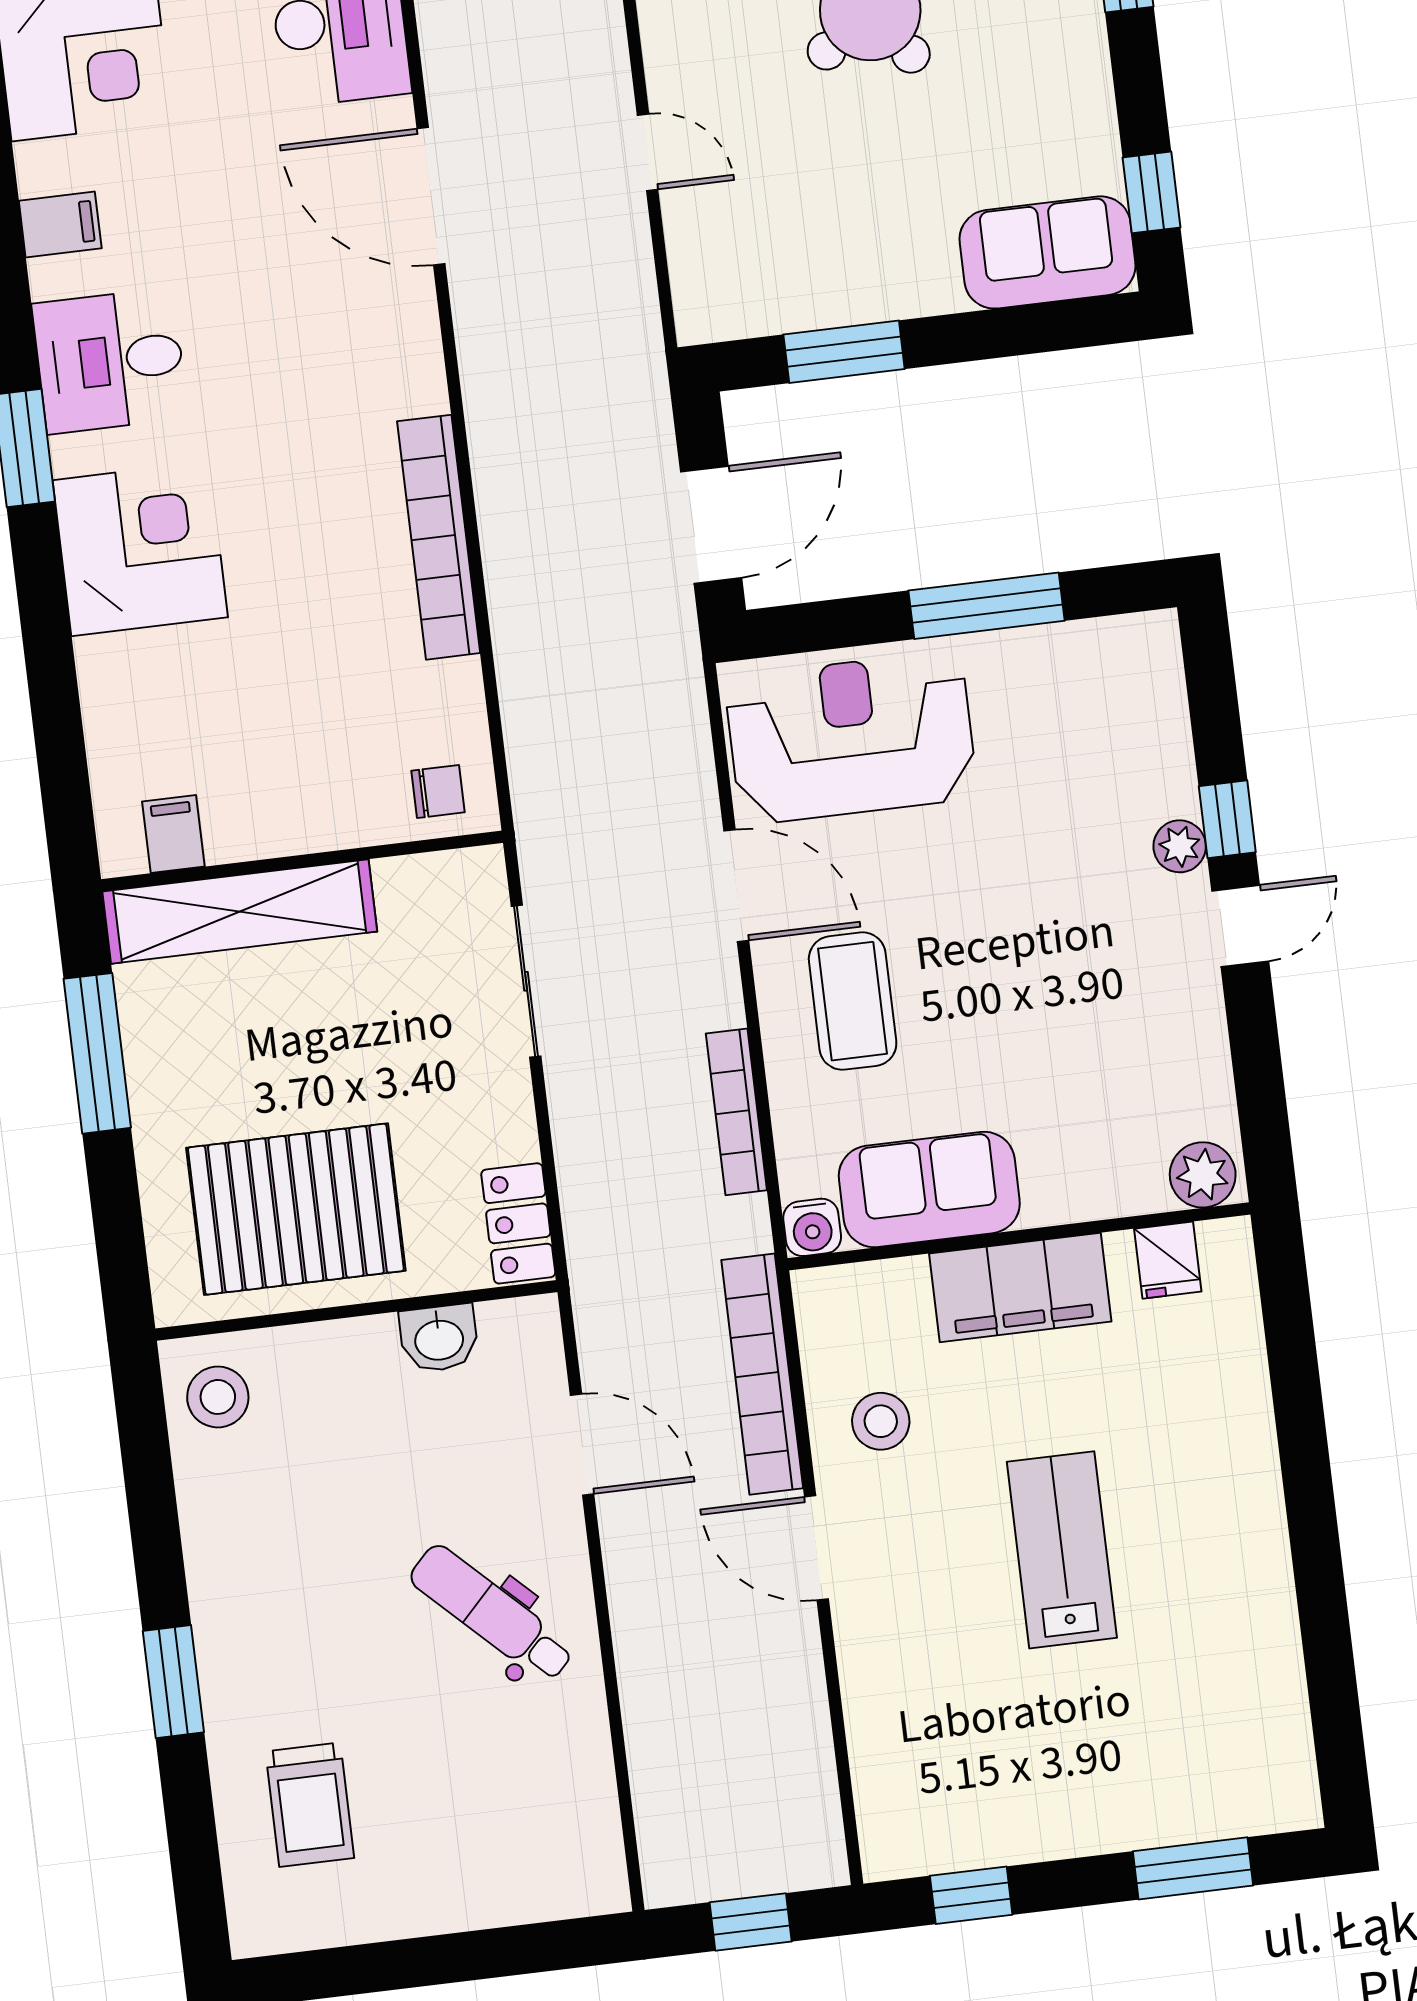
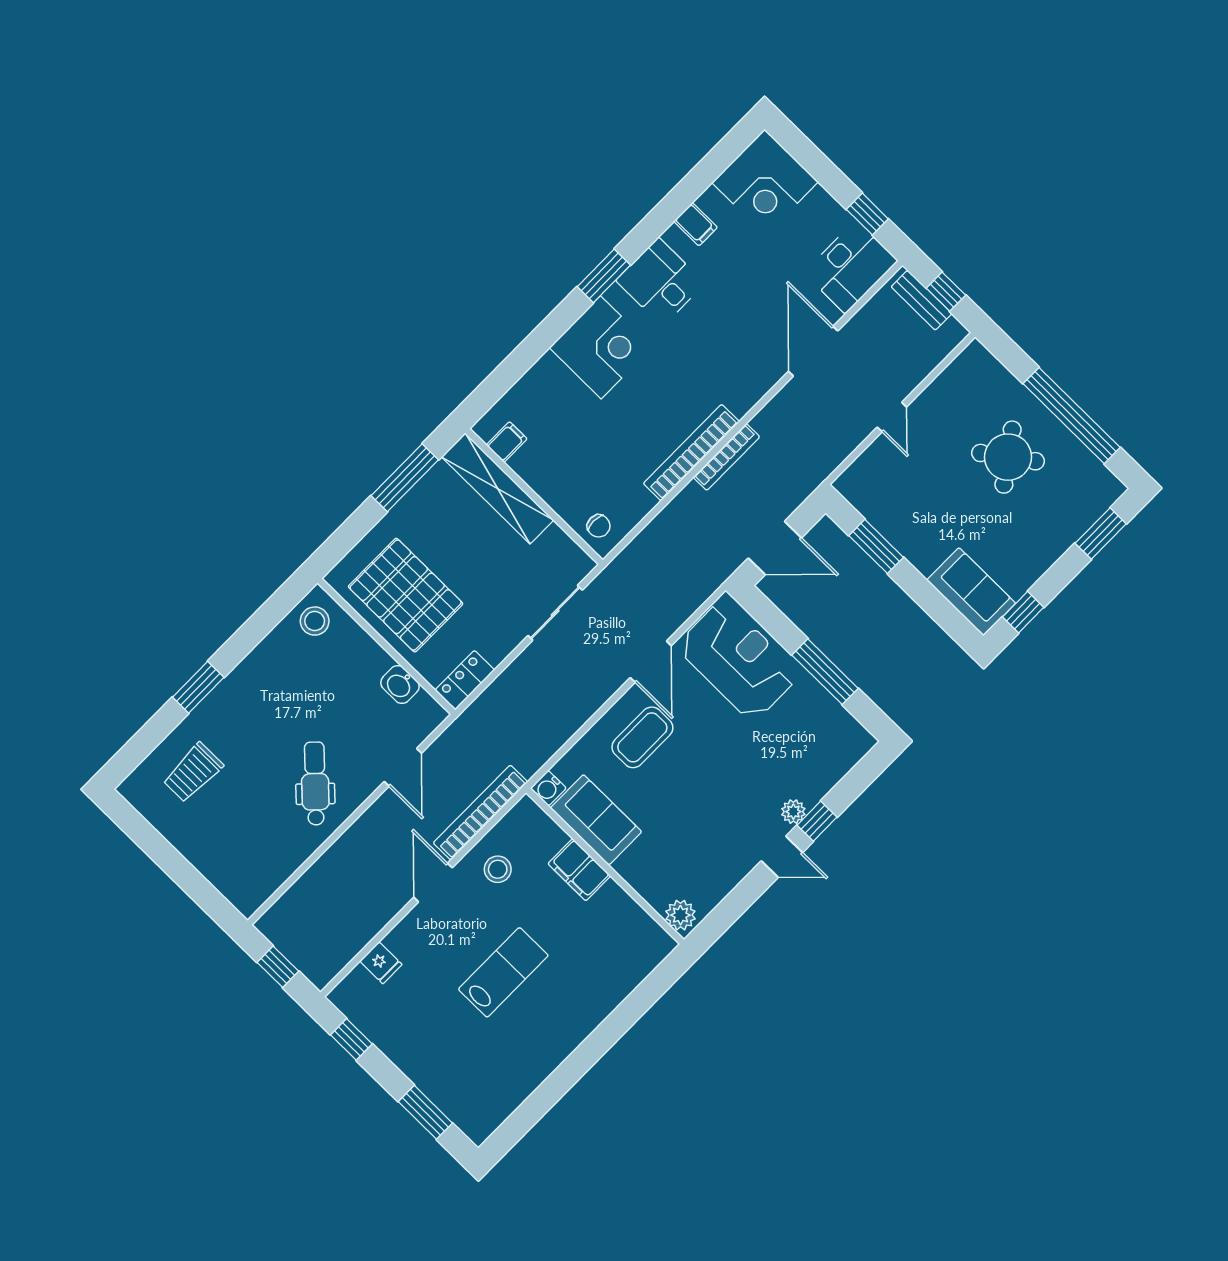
bookcase: (736, 1112) -> (726, 457), moved, turned 180
fridge: (1168, 1260) -> (381, 963), moved, turned -90
filing cabinet: (1020, 1287) -> (579, 870), width x0.67, depth x0.86

